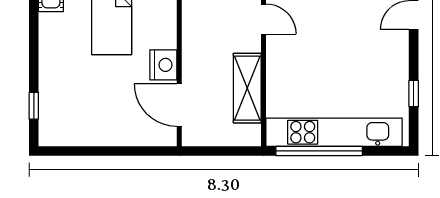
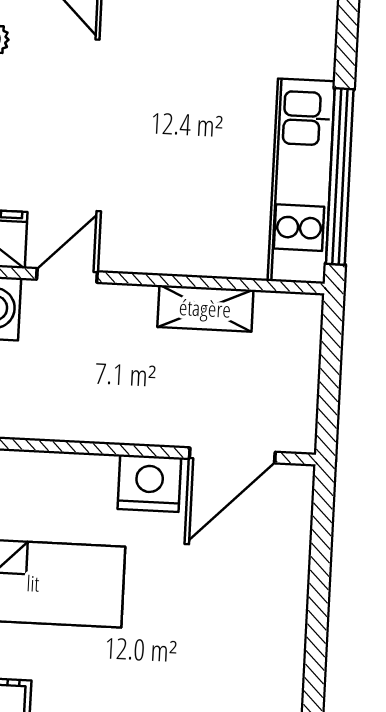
shelving: (247, 88) -> (205, 308), width x0.67, depth x0.75
kitchen unit: (334, 132) -> (301, 181), width x0.73

